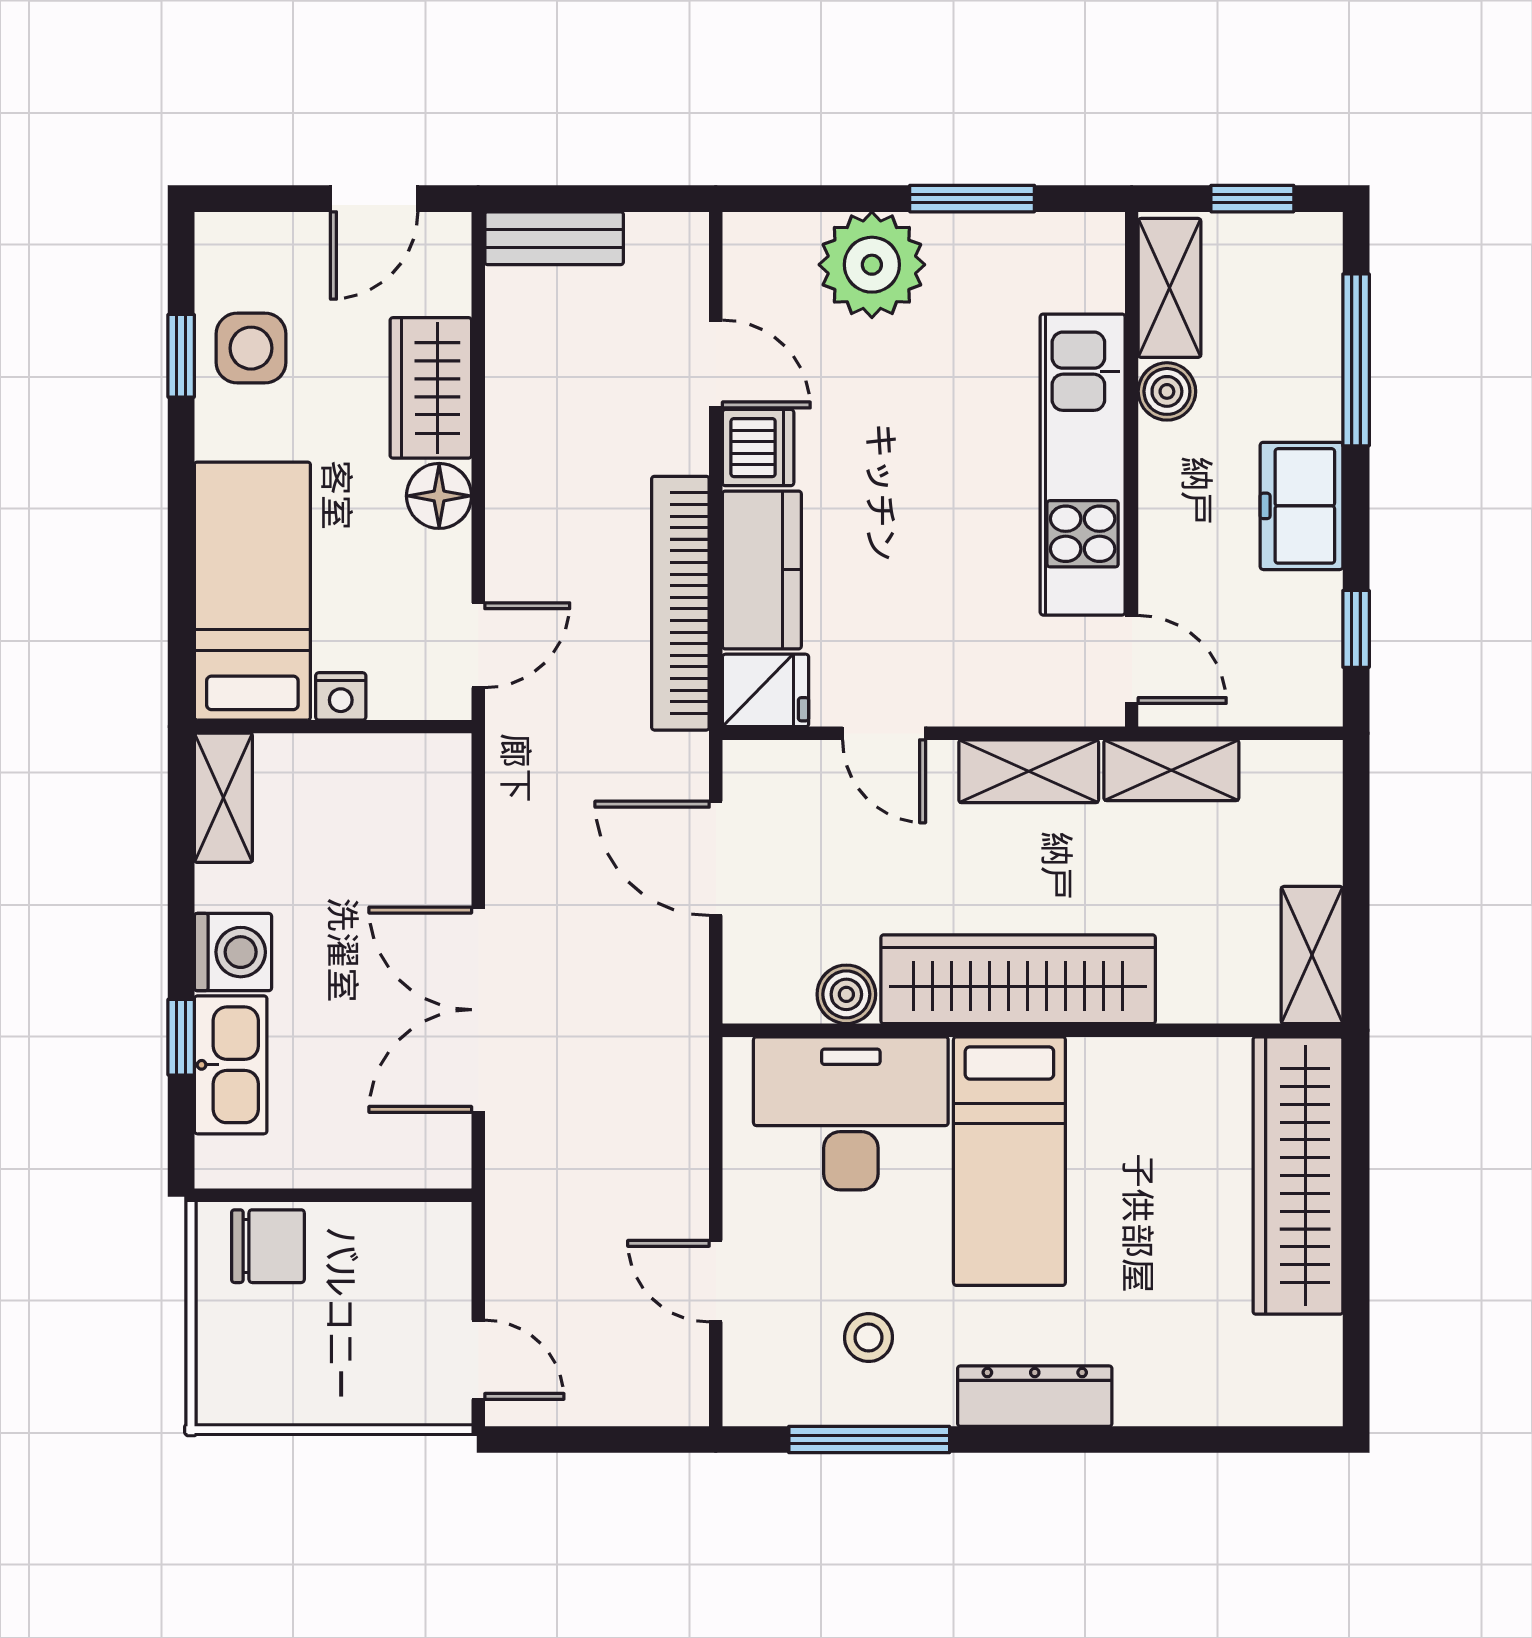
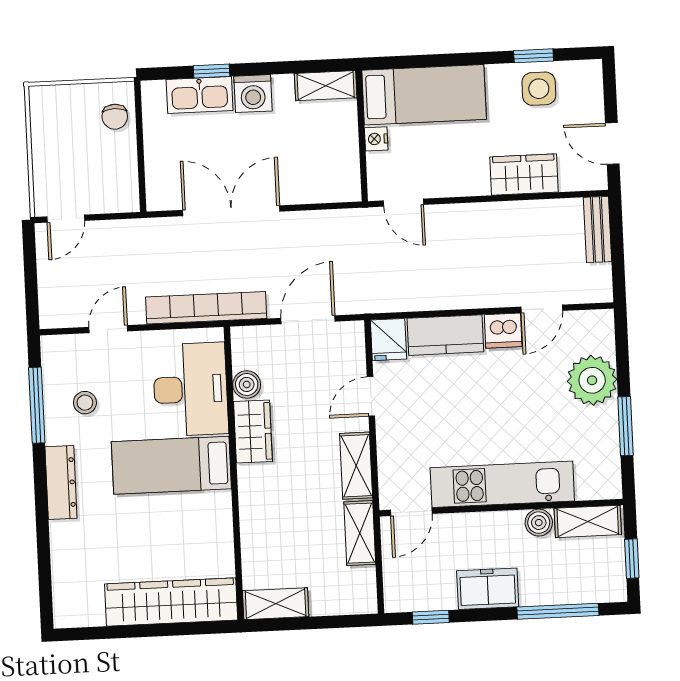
floor lamp: (439, 496) -> (473, 181), removed
bookcase: (680, 603) -> (206, 308), moved
wardrobe: (1018, 979) -> (253, 432), width x0.48, depth x0.85
chair: (268, 1246) -> (115, 117), width x0.73, depth x0.73

